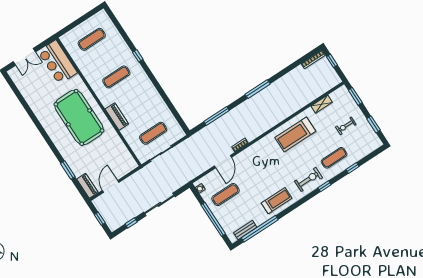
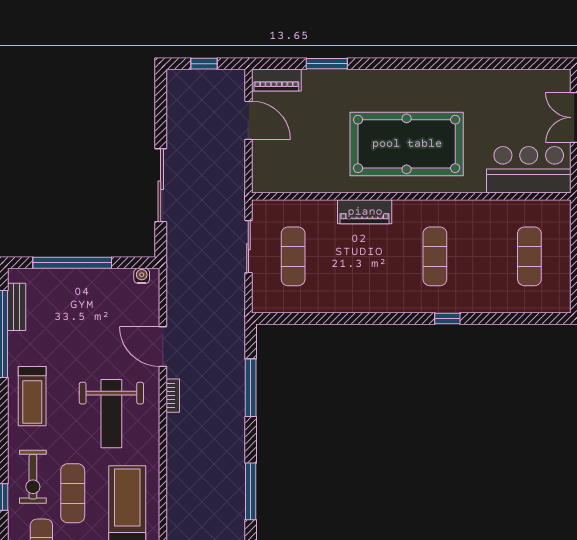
weight bench: (263, 165) -> (111, 414), added
exercise mat: (225, 195) -> (73, 493), moved
window: (131, 223) -> (161, 114), removed

